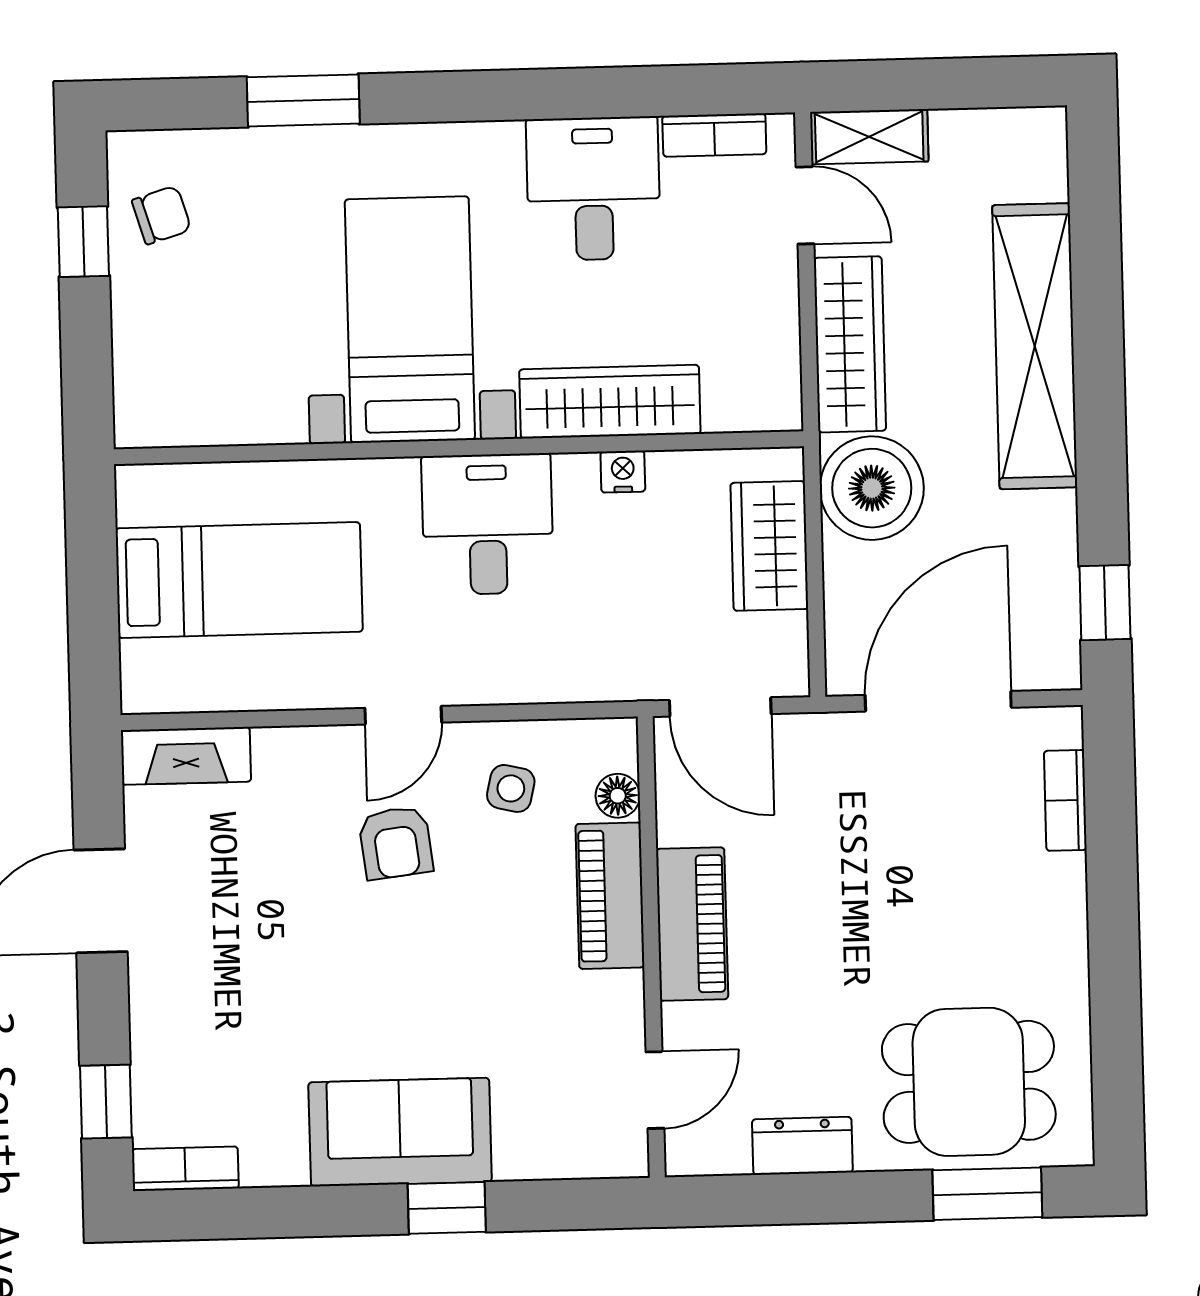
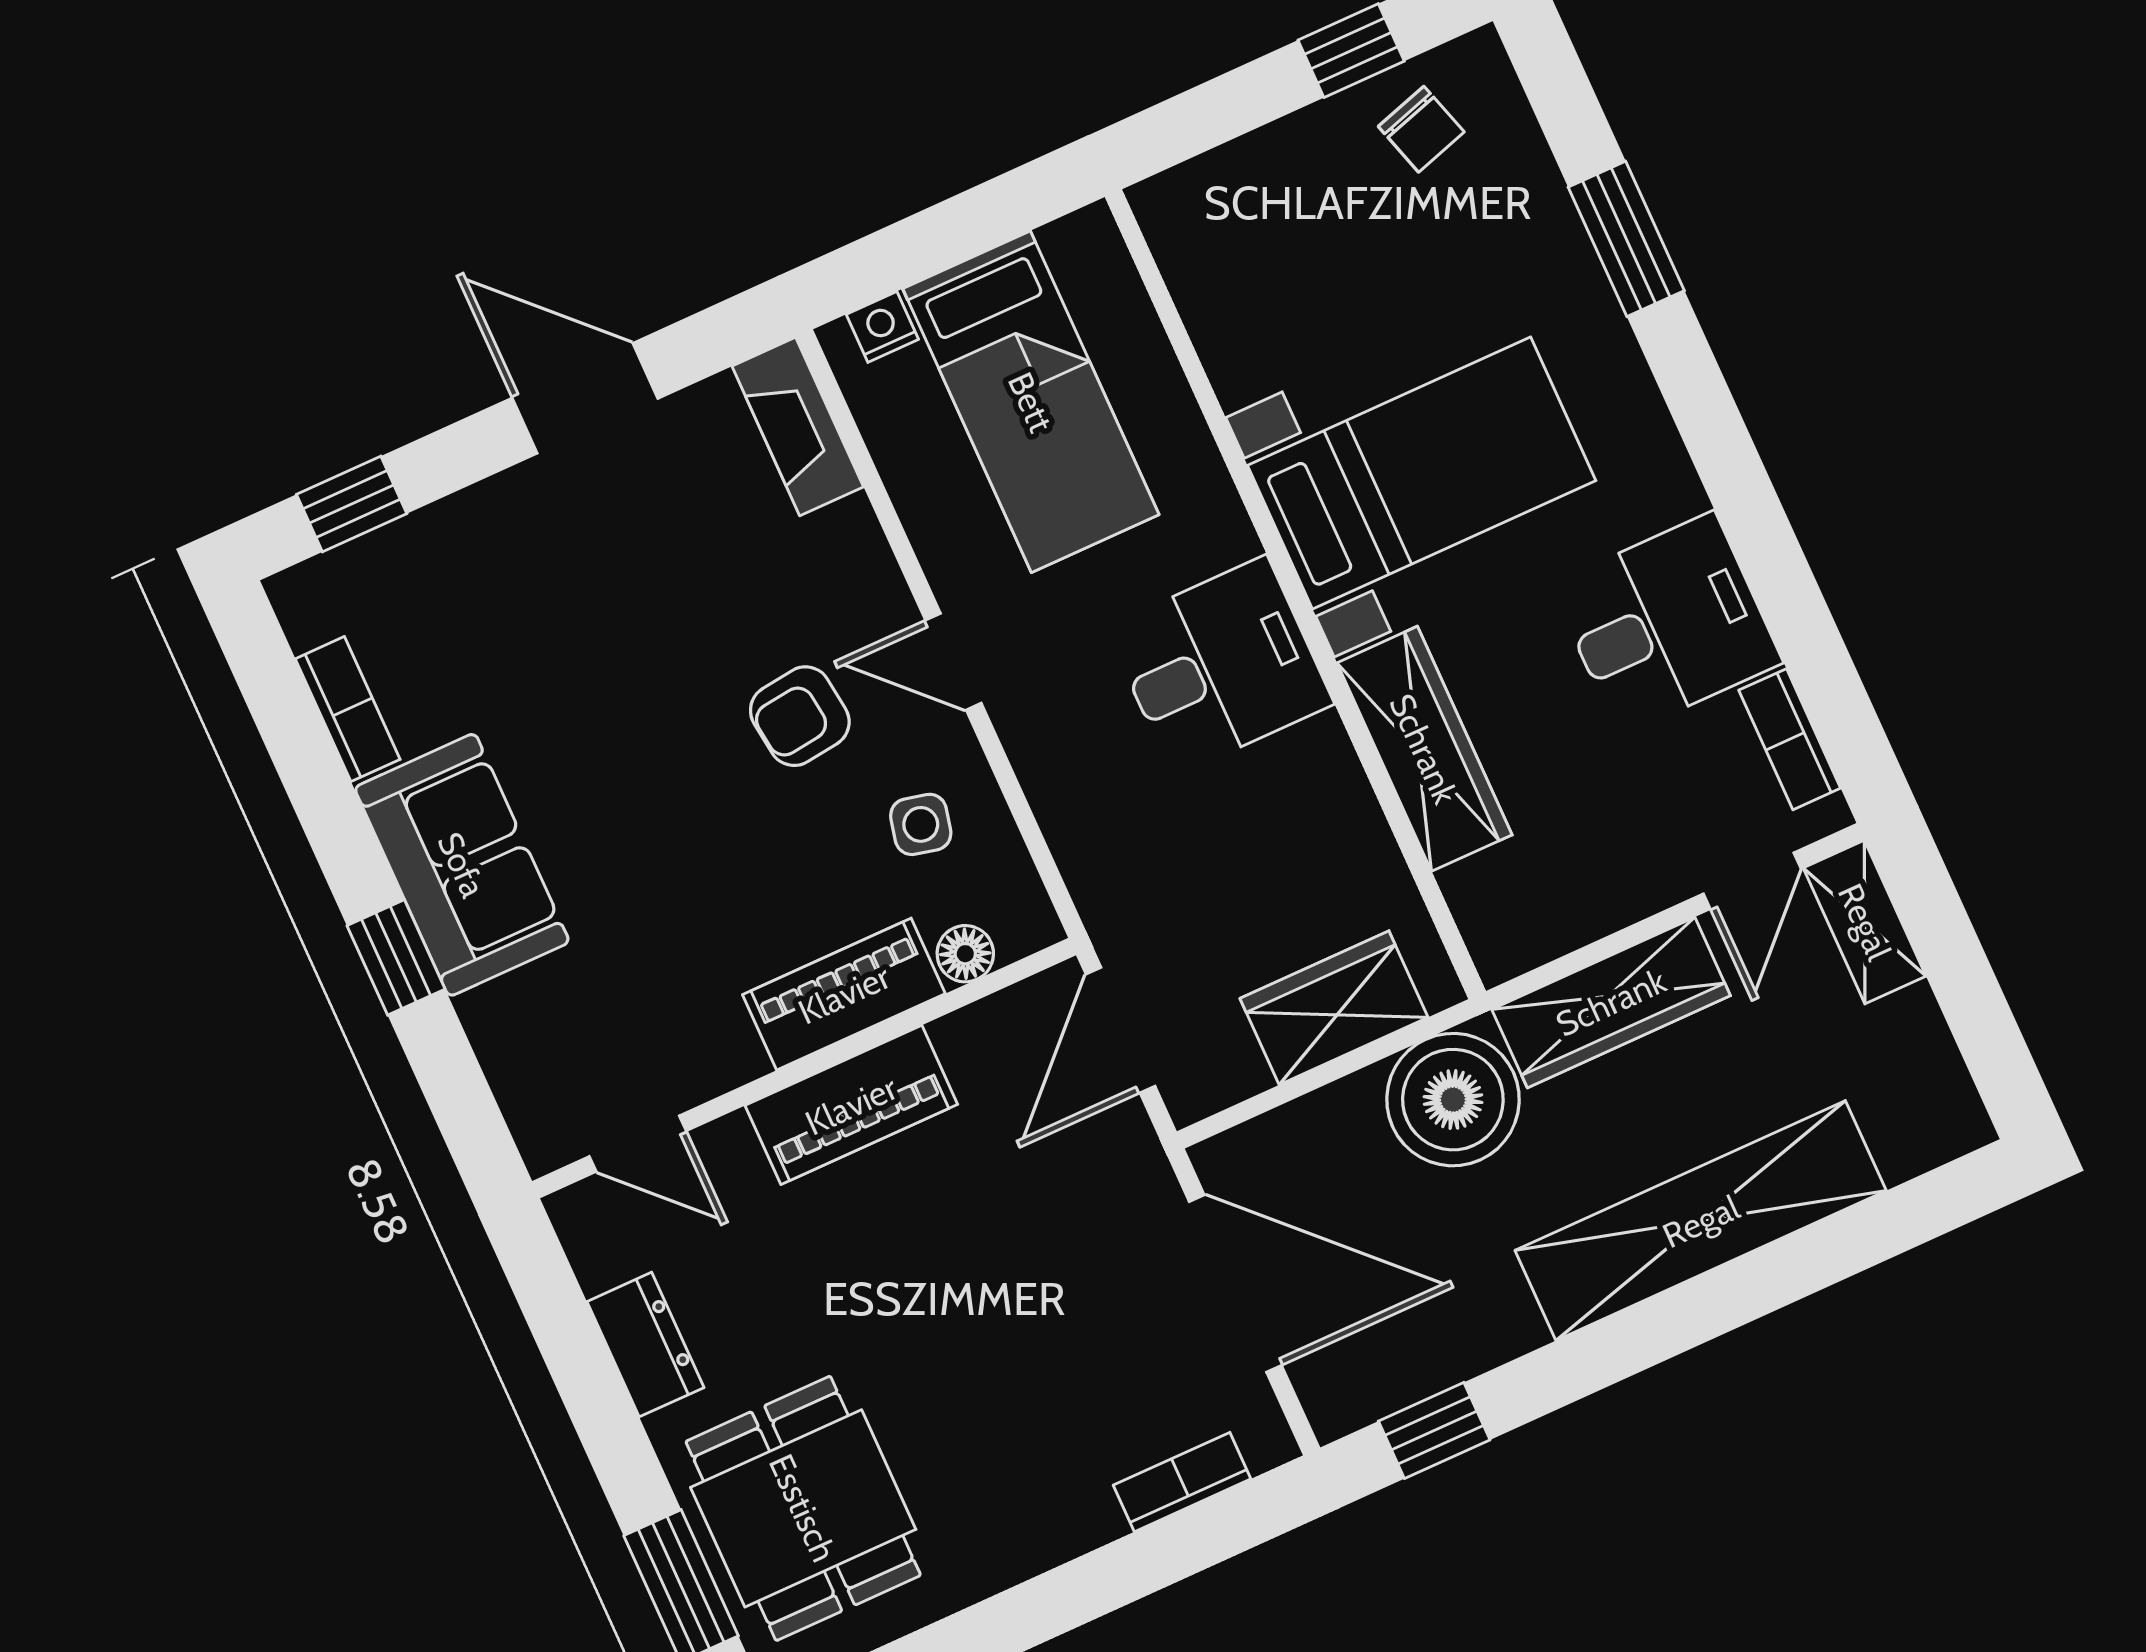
nightstand: (623, 472) -> (882, 327), moved, turned -90
bookcase: (185, 1169) -> (348, 709), moved

